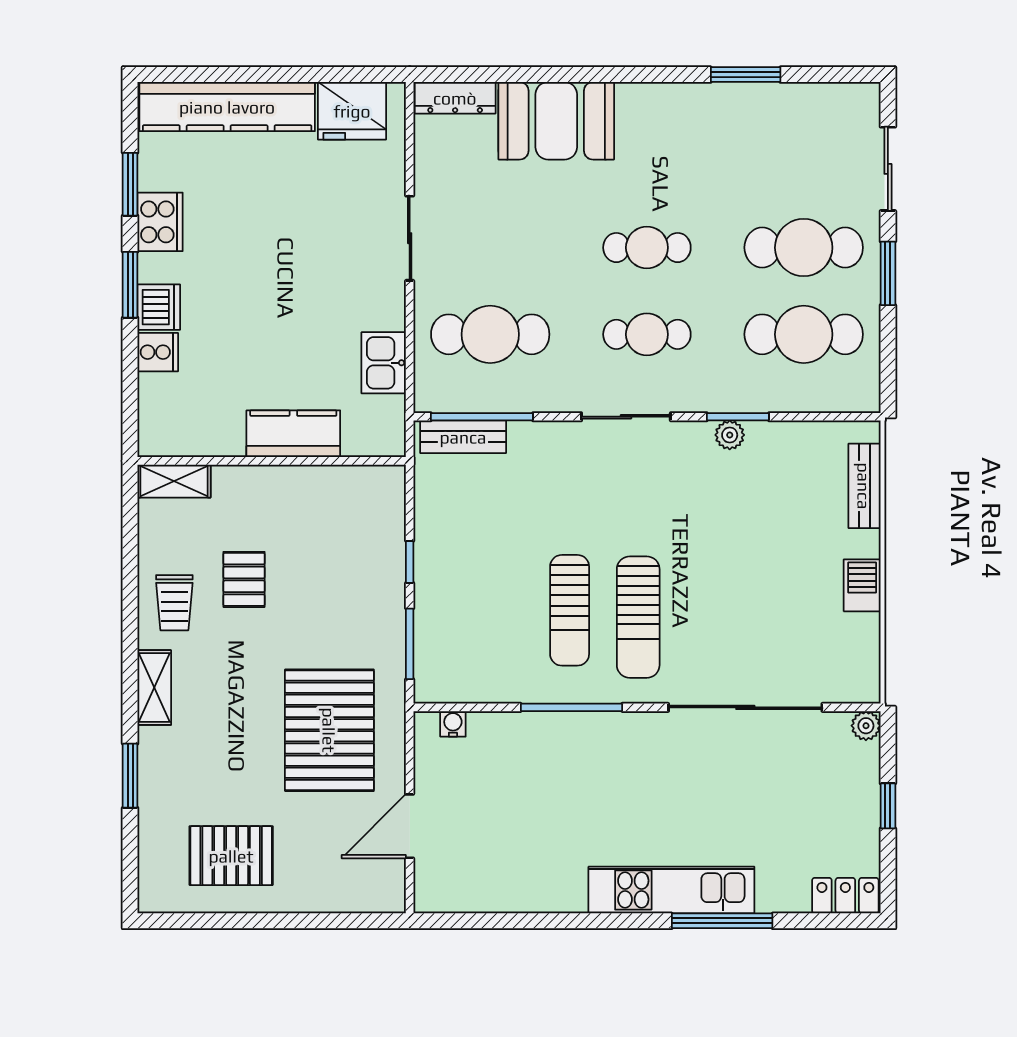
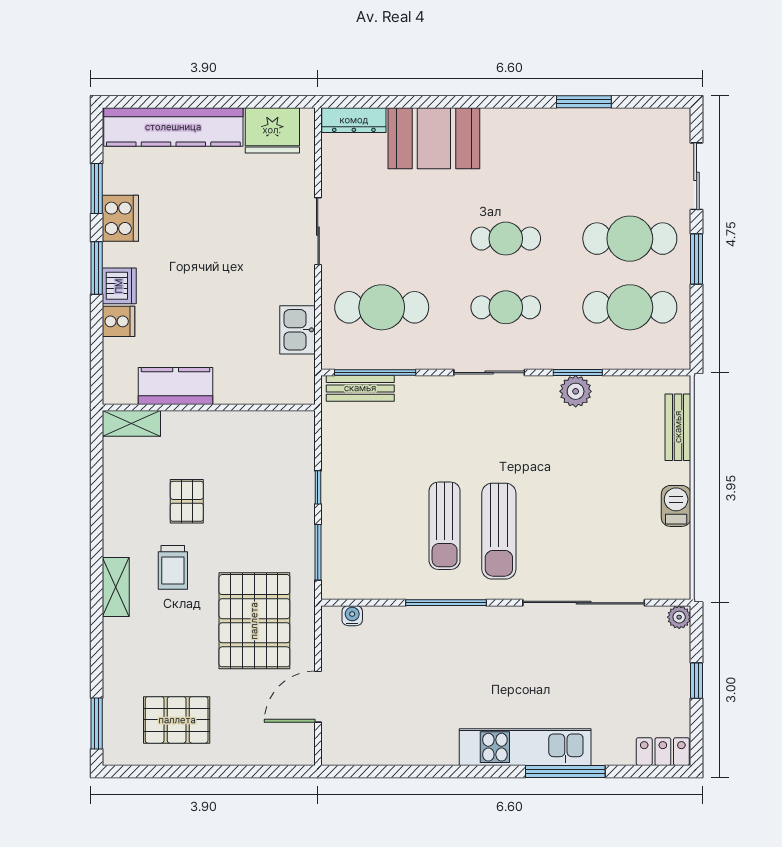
kitchen counter: (293, 434) -> (176, 386), moved
plant: (730, 435) -> (576, 391), width x1.38, depth x1.38
trolley: (174, 603) -> (173, 567), moved
window: (130, 776) -> (97, 724), moved

